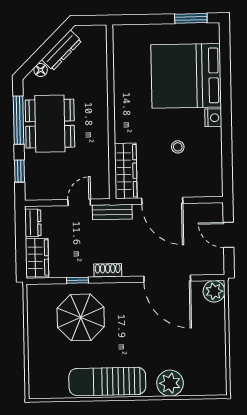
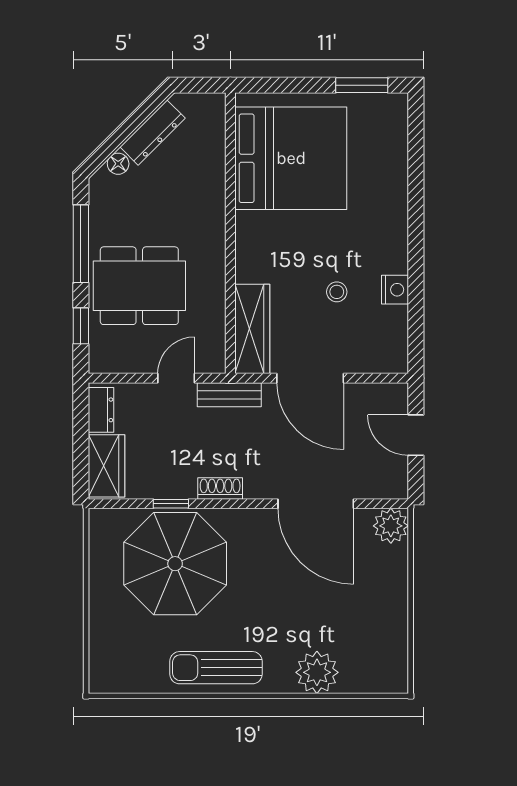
bed: (186, 76) -> (291, 158), moved, turned 180
nightstand: (213, 118) -> (395, 290), moved
dining table: (50, 124) -> (139, 286), moved, turned 90
parasol: (81, 317) -> (175, 564), width x1.36, depth x1.36
sun lounger: (107, 381) -> (216, 668), width x0.73, depth x0.75

